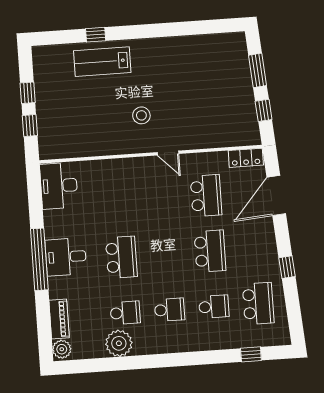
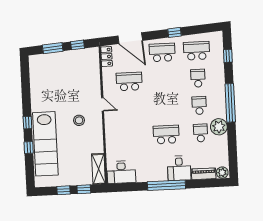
window: (136, 32) -> (27, 123), added
lab bench: (102, 62) -> (45, 144), width x1.86, depth x1.39
shelving: (63, 149) -> (98, 169), added
door: (168, 153) -> (103, 104), hinge flipped
school desk: (210, 251) -> (162, 52), moved
desk: (66, 257) -> (179, 168), moved
plant: (119, 343) -> (219, 127), moved
window: (175, 360) -> (230, 103), added

